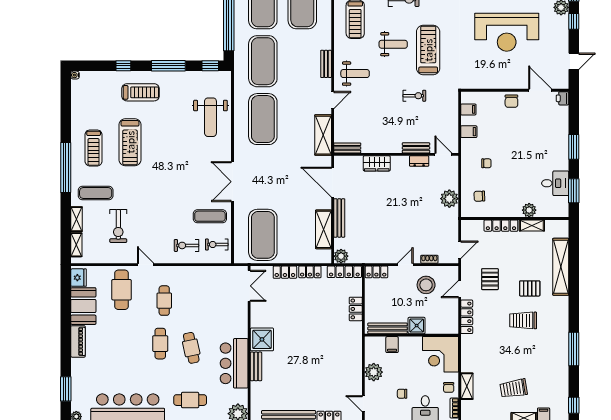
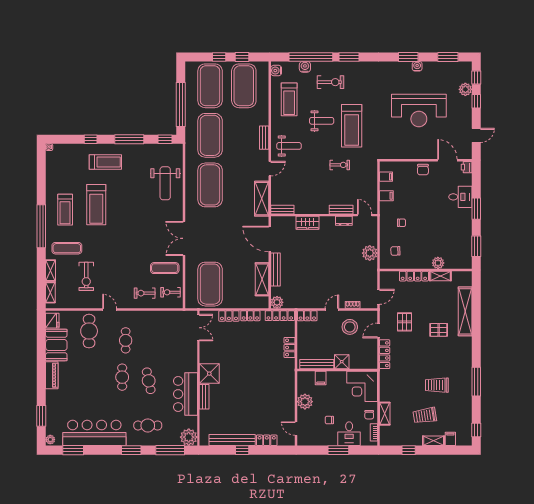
treadmill: (428, 50) -> (352, 126), turned 180
desk: (555, 183) -> (460, 197), moved
trolley: (523, 320) -> (437, 385), moved

